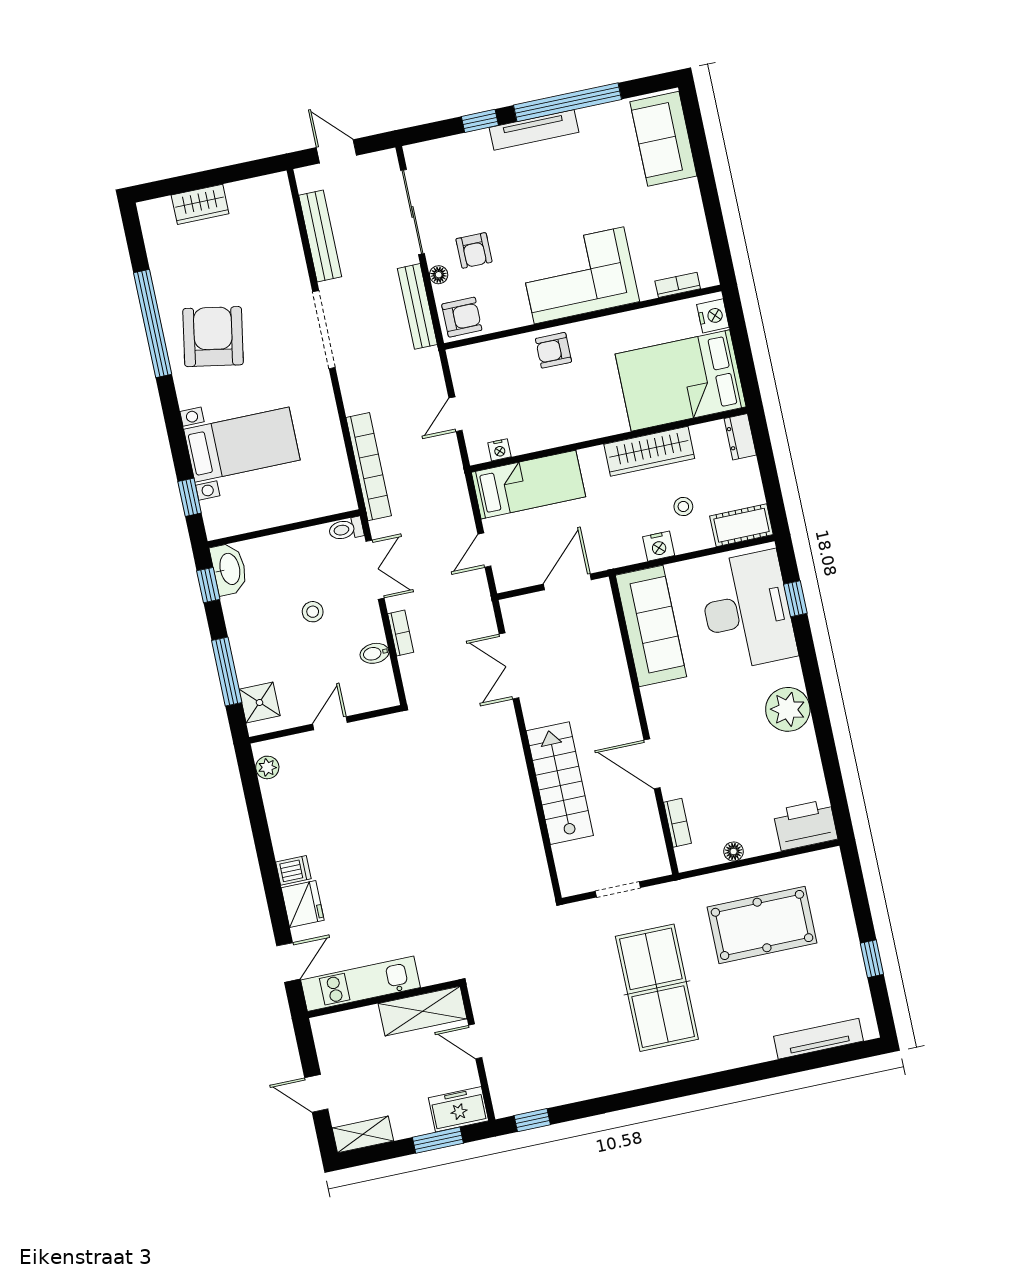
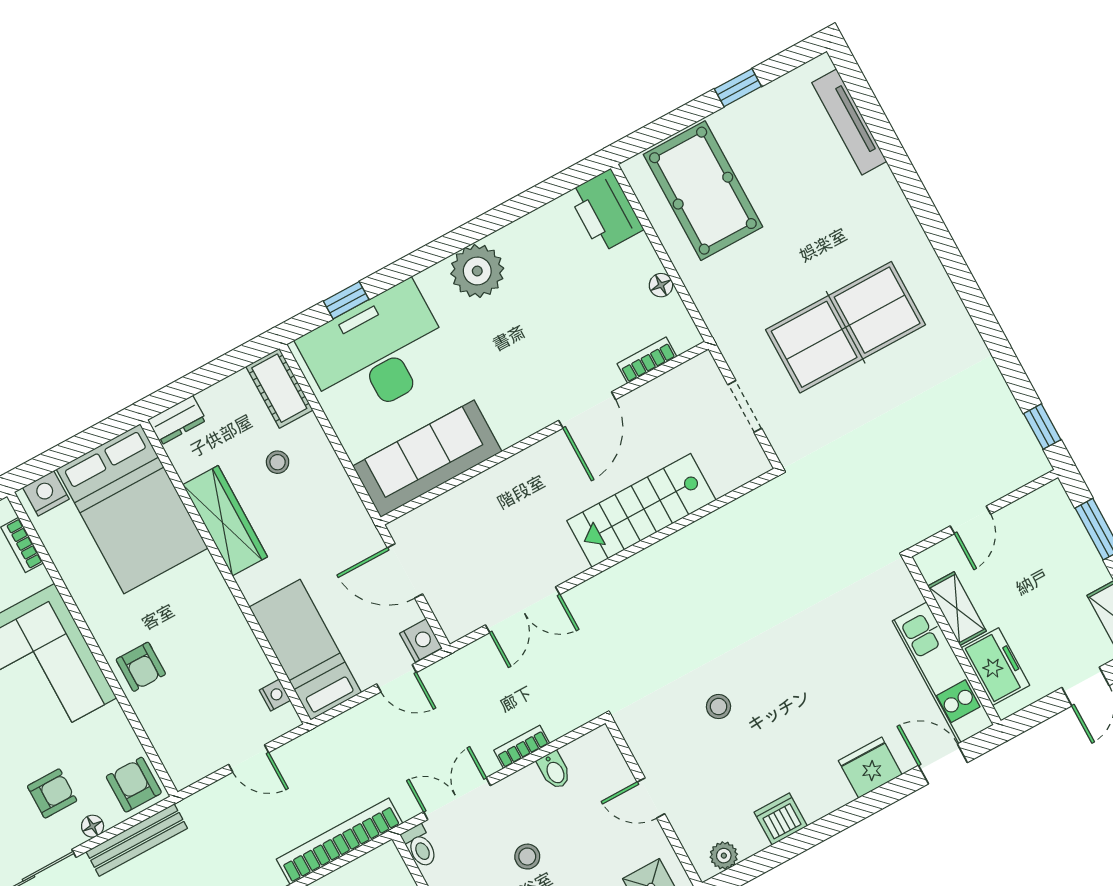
nightstand: (659, 546) -> (421, 641), moved
stool: (387, 798) -> (719, 707), added
dishwasher: (293, 870) -> (781, 819), moved, width x1.38
pool table: (762, 925) -> (703, 191), moved
shelving: (423, 1011) -> (957, 609), width x0.67, depth x0.75
freezer: (459, 1109) -> (995, 667), moved, turned 180

